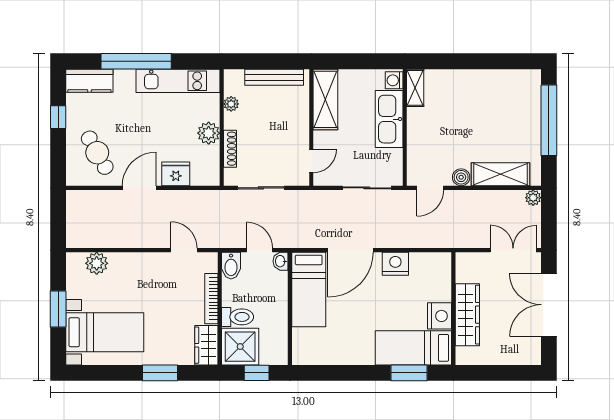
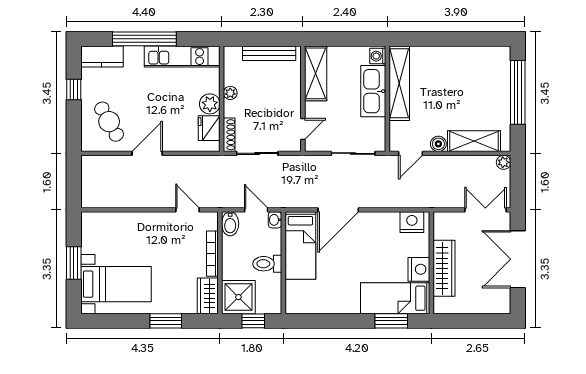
shelving: (415, 88) -> (399, 83), width x2.20, depth x1.33
plant: (231, 104) -> (230, 93), moved
shoe rack: (230, 149) -> (229, 135), moved
fridge: (176, 174) -> (209, 128), moved, turned -90
plant: (97, 263) -> (109, 222), removed
nightstand: (395, 264) -> (412, 222), moved
toilet: (238, 317) -> (267, 264), moved, turned 180

